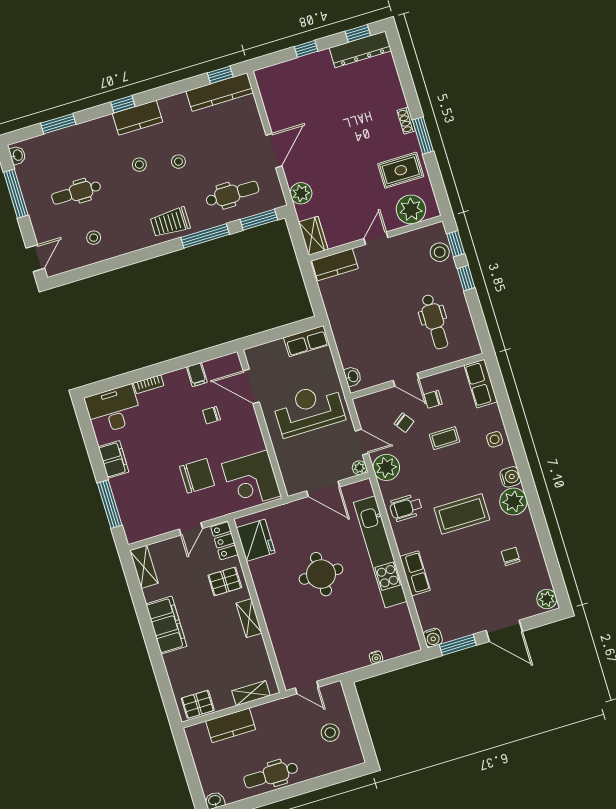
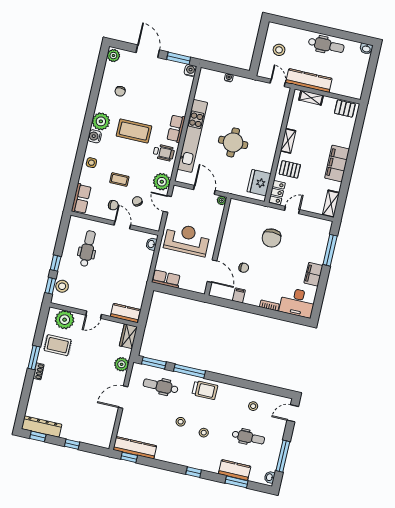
kitchen counter: (137, 118) -> (235, 470), moved
reception desk: (309, 410) -> (187, 239), turned 180
plant: (359, 468) -> (222, 200), moved
chair: (197, 476) -> (272, 238), turned -90
corner desk: (251, 480) -> (242, 218), removed
row of seats: (415, 573) -> (176, 129), moved
kitchen counter: (231, 725) -> (309, 81), moved, width x1.50

